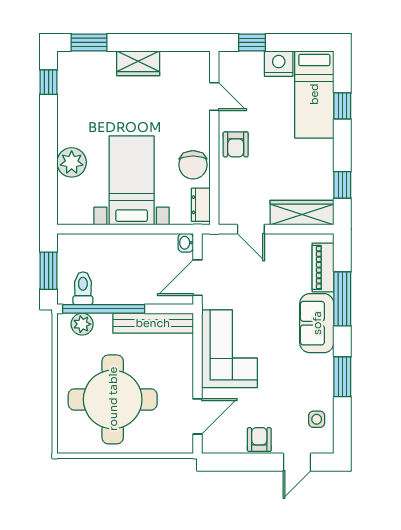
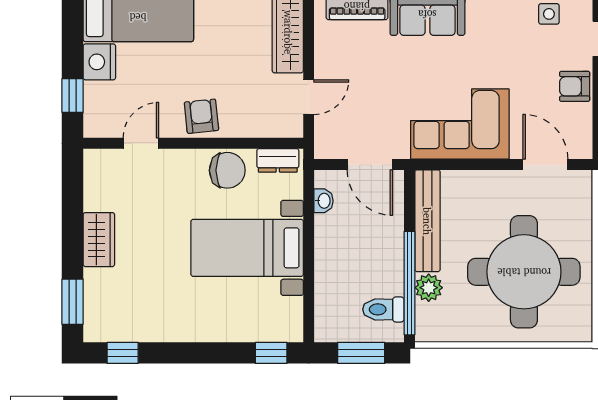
armchair: (236, 144) -> (201, 116), turned -96
plant: (72, 162) -> (224, 324), removed
window: (49, 199) -> (271, 353), added
washbasin: (186, 243) -> (324, 201), moved, turned -90
plant: (82, 324) -> (429, 288), moved

